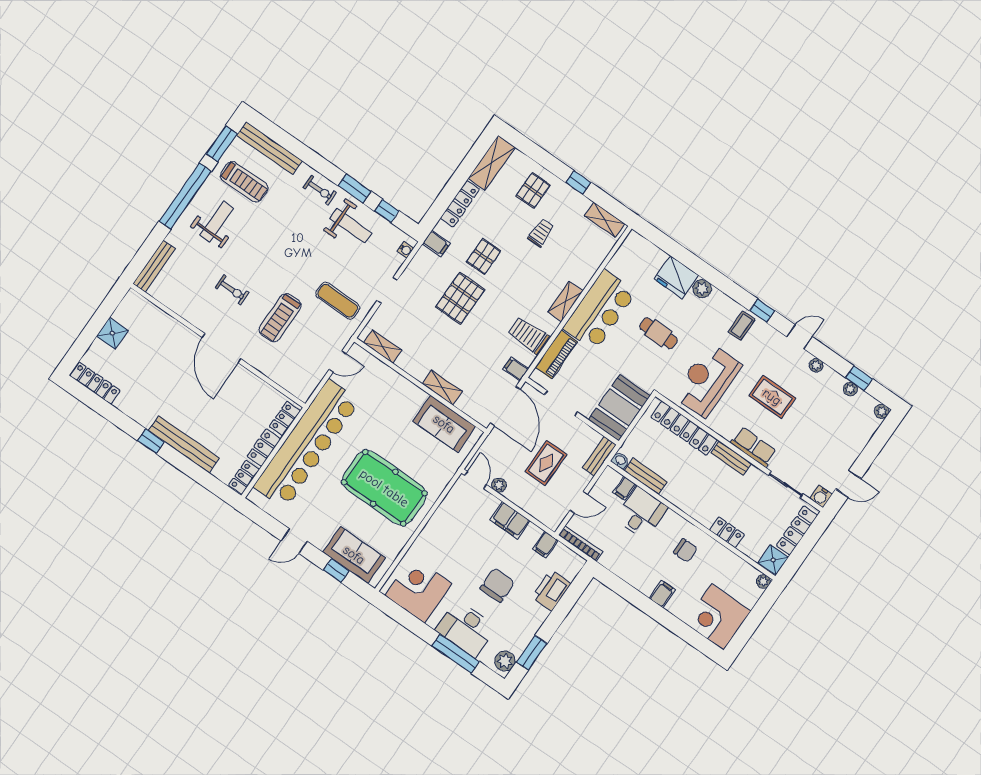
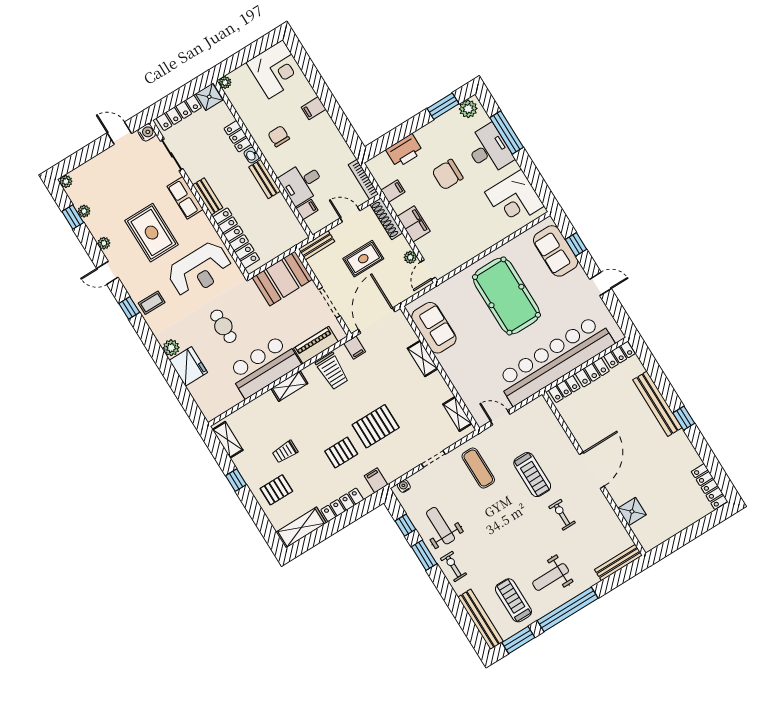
treadmill: (280, 318) -> (532, 475), turned 90
shower: (112, 333) -> (632, 511), moved
rug: (772, 397) -> (152, 233), width x1.36, depth x1.43
washbasin: (620, 460) -> (252, 155), moved
bench: (646, 476) -> (265, 179), moved
shoe rack: (540, 514) -> (386, 219), added

